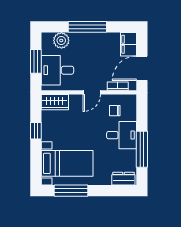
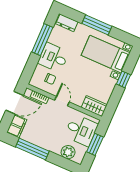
window: (87, 27) -> (32, 149), moved
door: (92, 92) -> (62, 101), hinge flipped
window: (36, 131) -> (123, 79), moved
window: (71, 191) -> (97, 25), moved

